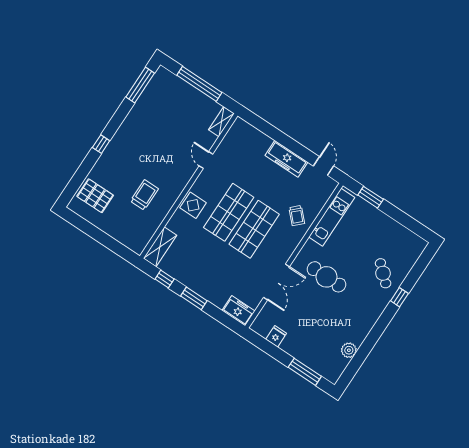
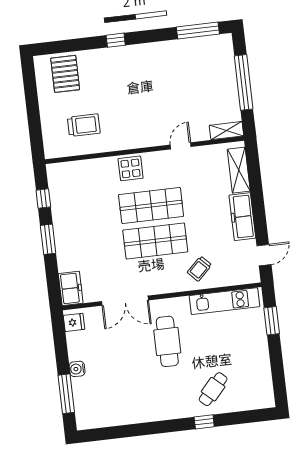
trolley: (144, 195) -> (84, 125), moved
shelving: (160, 247) -> (239, 170), moved, turned 90
fridge: (276, 336) -> (74, 322), moved
plant: (349, 350) -> (119, 417), removed
water cooler: (295, 351) -> (77, 369), added

